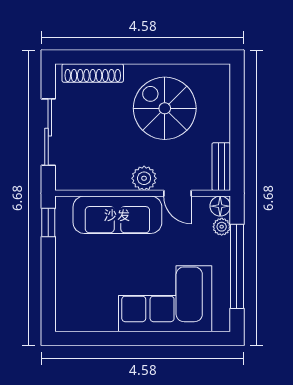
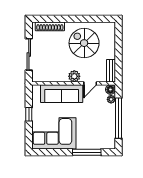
door: (177, 193) -> (90, 83), hinge flipped
window: (48, 223) -> (29, 114), moved
corner sofa: (165, 299) -> (54, 133), moved
window: (170, 338) -> (87, 152), added

